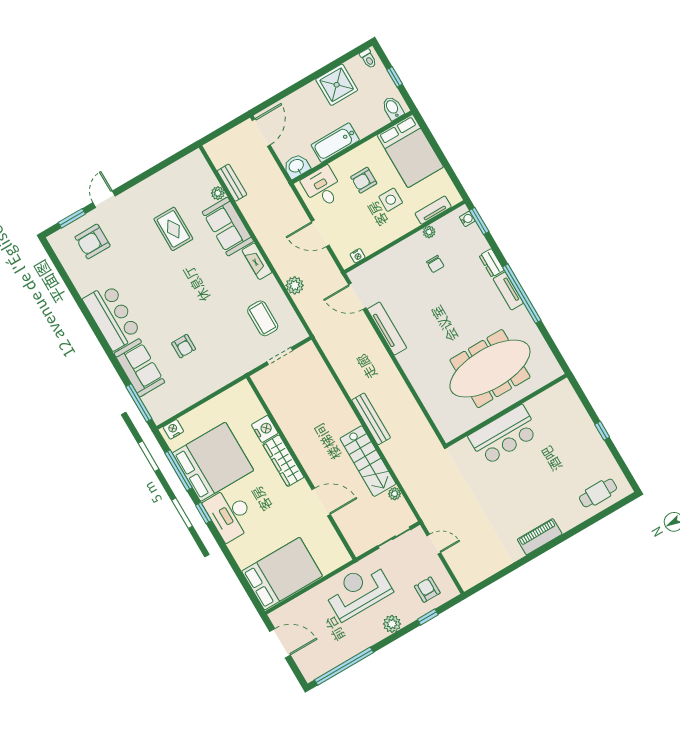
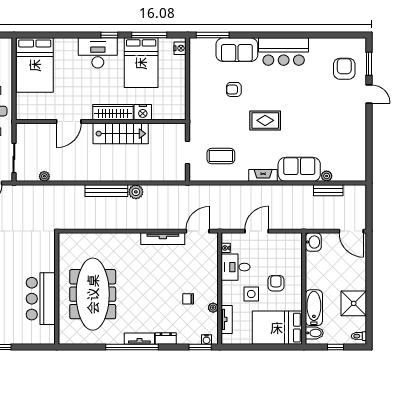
bathtub: (335, 143) -> (314, 308), moved
desk: (322, 187) -> (236, 267), moved, turned 180
rug: (173, 229) -> (265, 120), moved
plant: (295, 285) -> (136, 192), moved
bar counter: (504, 435) -> (41, 299), moved
stairs: (368, 461) -> (121, 134), moved, turned 180
bed: (213, 462) -> (141, 63), width x0.73

